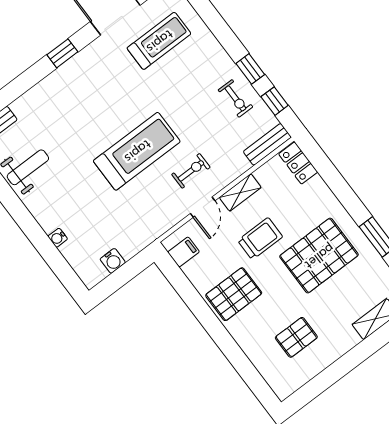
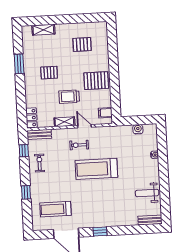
window: (250, 69) -> (26, 192), moved
door: (203, 207) -> (84, 126), hinge flipped
pallet: (319, 256) -> (49, 73), width x0.49, depth x0.50

